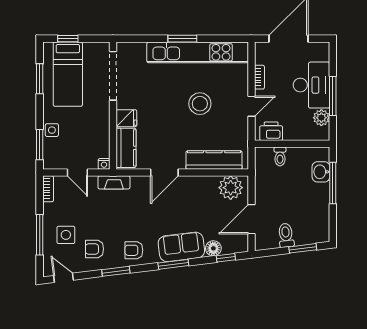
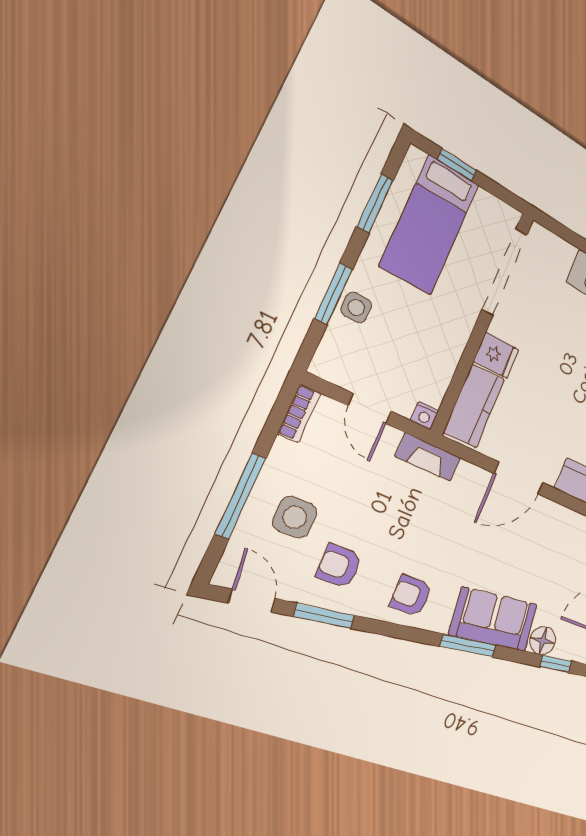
window: (40, 145) -> (334, 294), moved
window: (116, 271) -> (324, 616), moved

